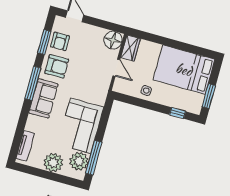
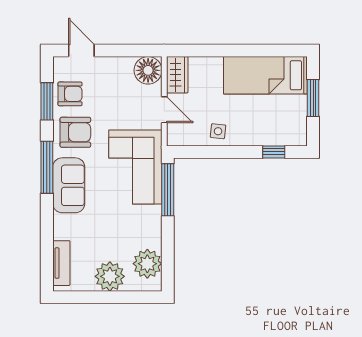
armchair: (60, 41) -> (70, 94), turned -90
bed: (184, 70) -> (265, 75), width x0.67
window: (209, 96) -> (313, 98), moved
corner sofa: (81, 126) -> (135, 167), moved
window: (94, 158) -> (168, 190), moved

